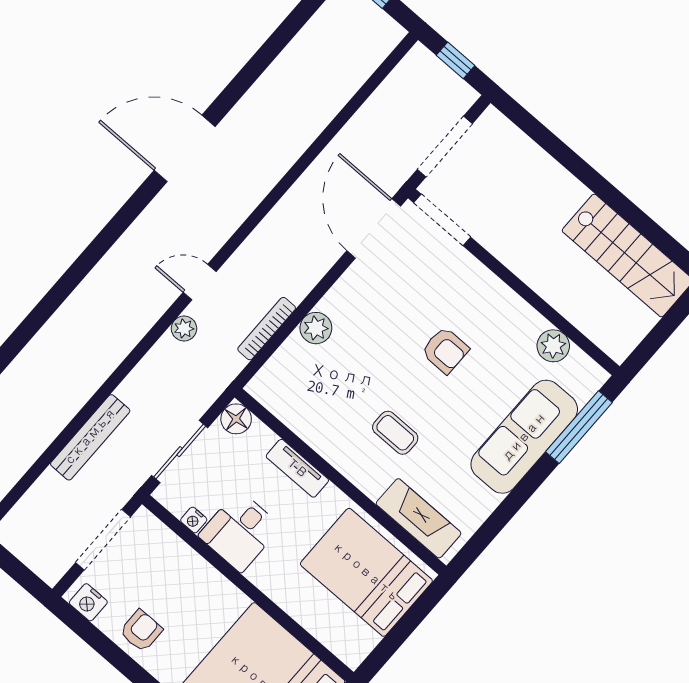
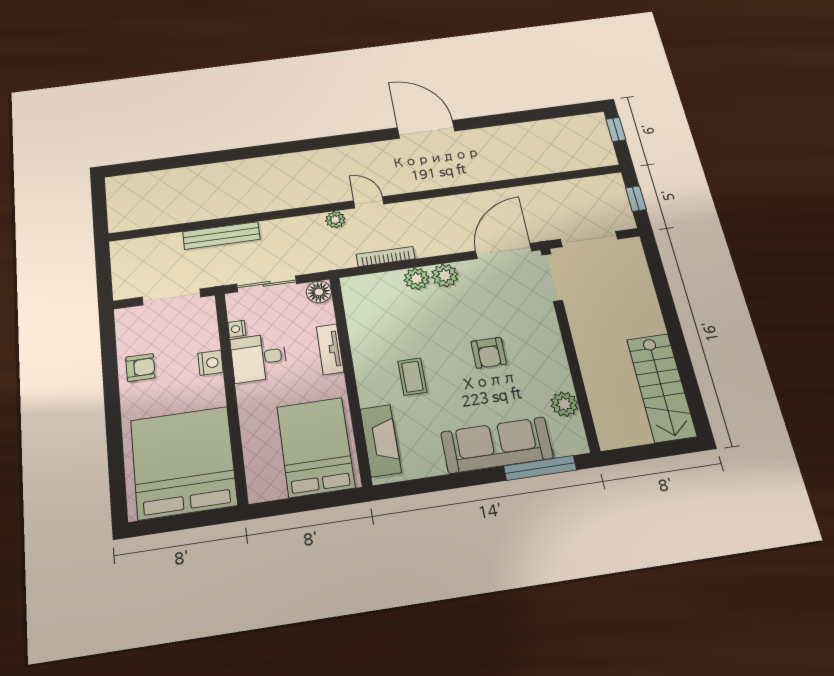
plant: (339, 302) -> (445, 276), added
nightstand: (88, 602) -> (211, 363), moved, turned 180

